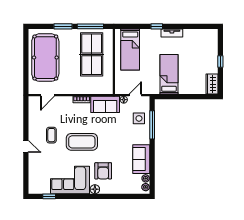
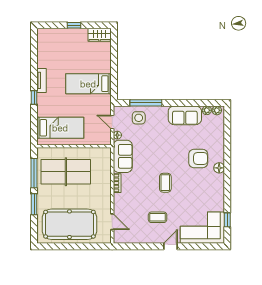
coffee table: (82, 142) -> (165, 183), width x0.54, depth x0.58
corner sofa: (70, 180) -> (202, 228), moved, turned 90

